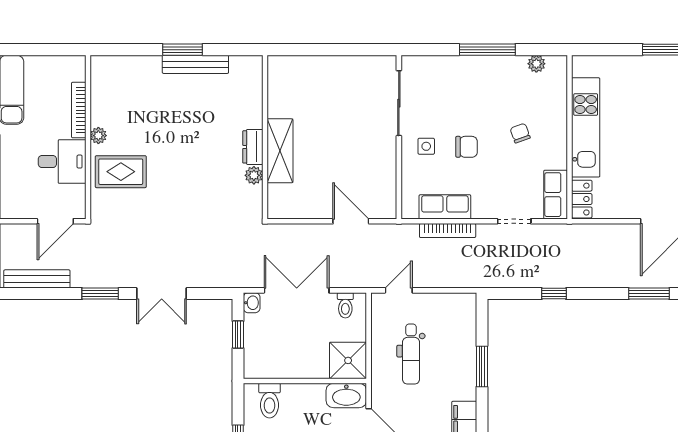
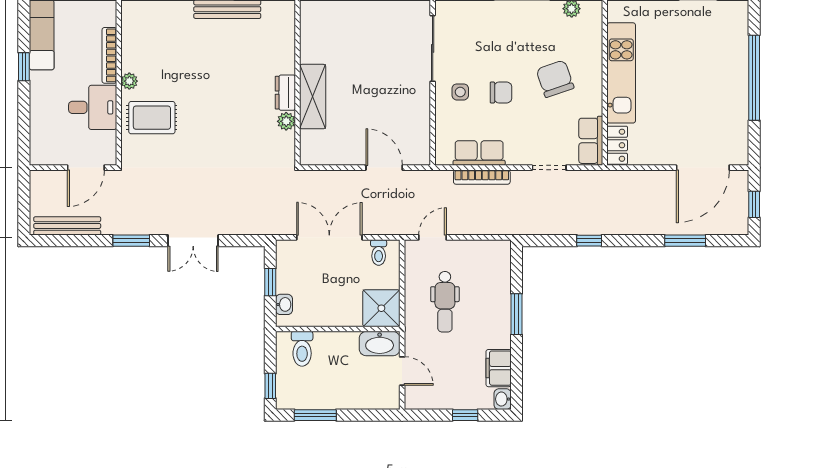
chair: (520, 133) -> (555, 79), width x1.87, depth x1.87
washbasin: (252, 303) -> (284, 304), moved

